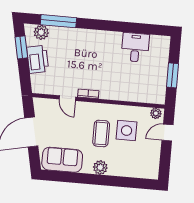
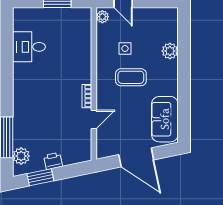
printer: (38, 59) -> (53, 161), width x0.53, depth x0.68
side table: (127, 131) -> (125, 48), width x0.54, depth x0.54
plant: (100, 167) -> (170, 51), moved

